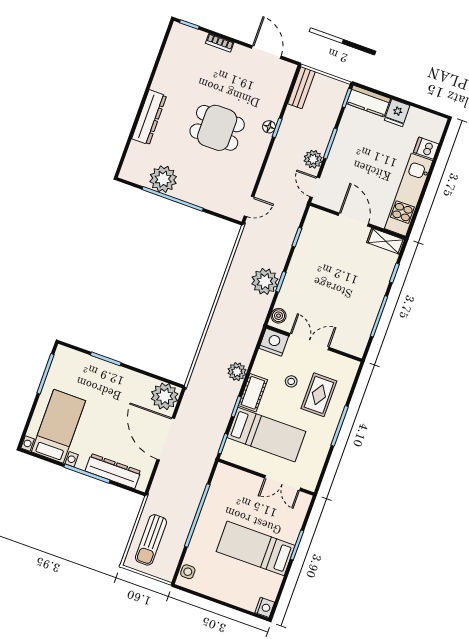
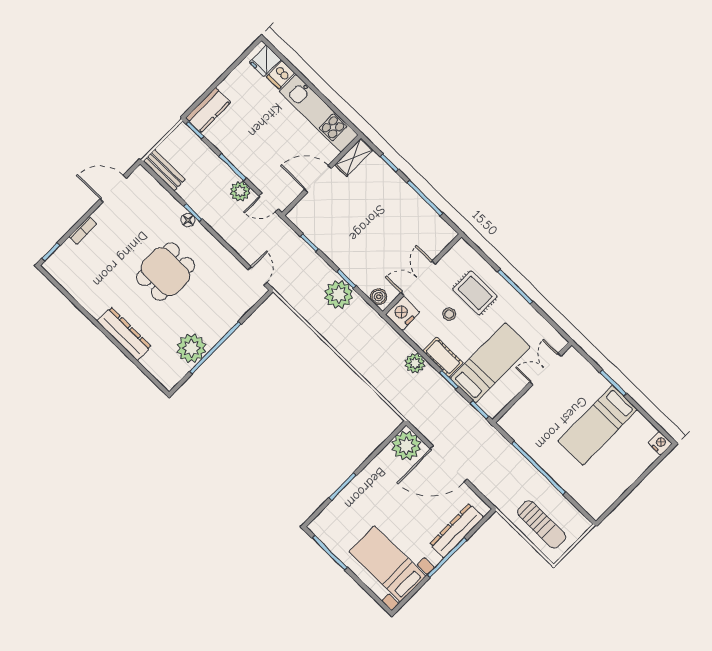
fridge: (397, 113) -> (265, 61), moved, turned 90
double door: (283, 483) -> (545, 369), swing flipped
side table: (188, 572) -> (590, 503), removed

